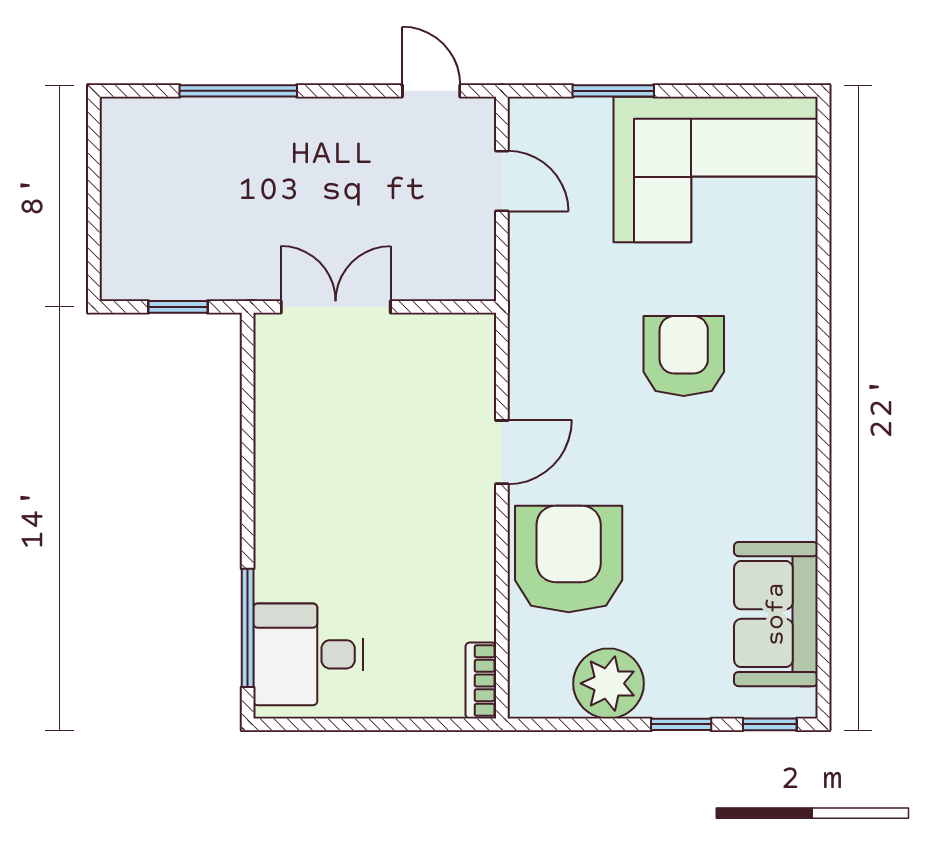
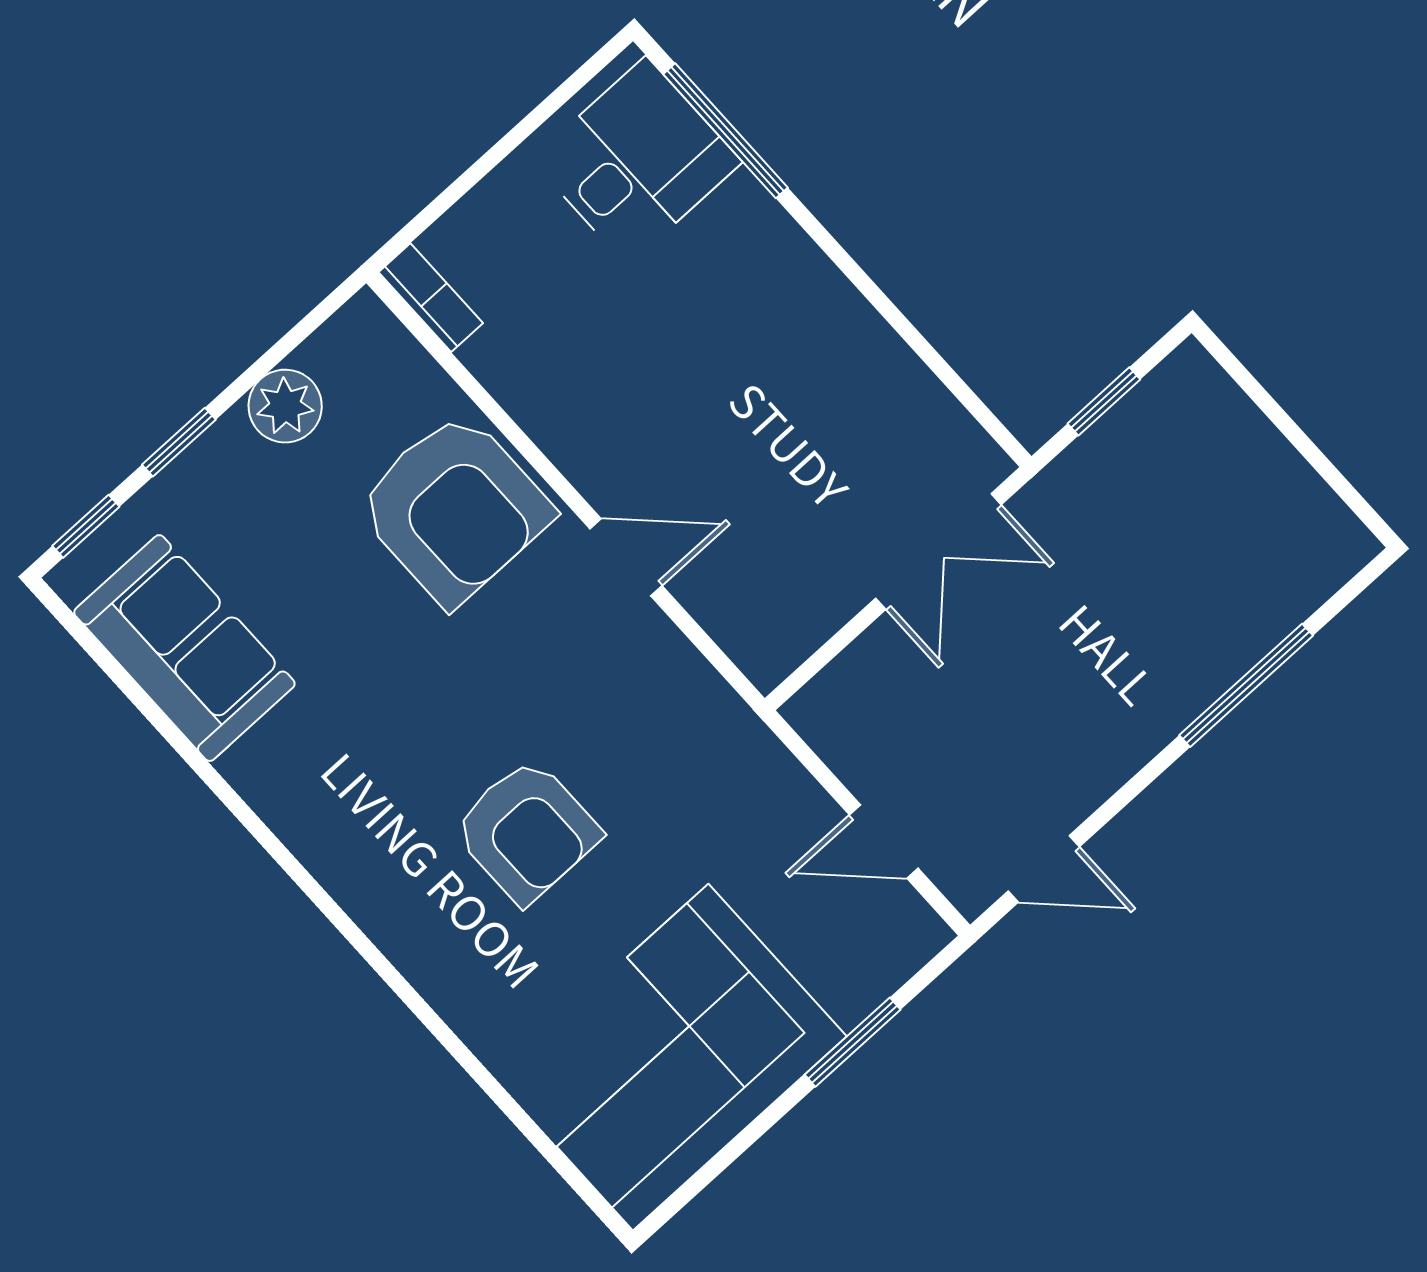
door: (502, 452) -> (626, 557), swing flipped
plant: (608, 683) -> (285, 406), width x0.73, depth x0.73

